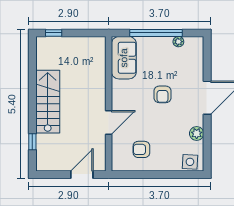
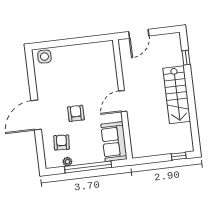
door: (109, 123) -> (123, 101), moved
plant: (197, 133) -> (42, 82), removed
armchair: (141, 149) -> (62, 142), moved, turned -86

